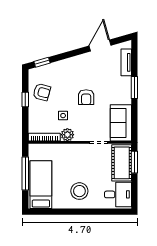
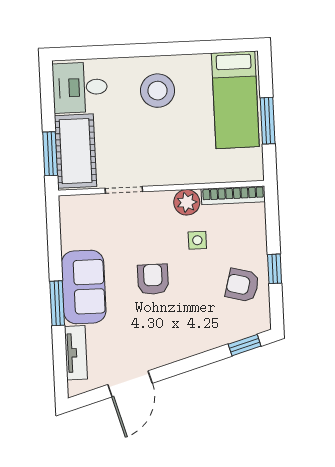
sofa: (121, 123) -> (84, 287), moved
window: (25, 173) -> (268, 121), width x0.69

